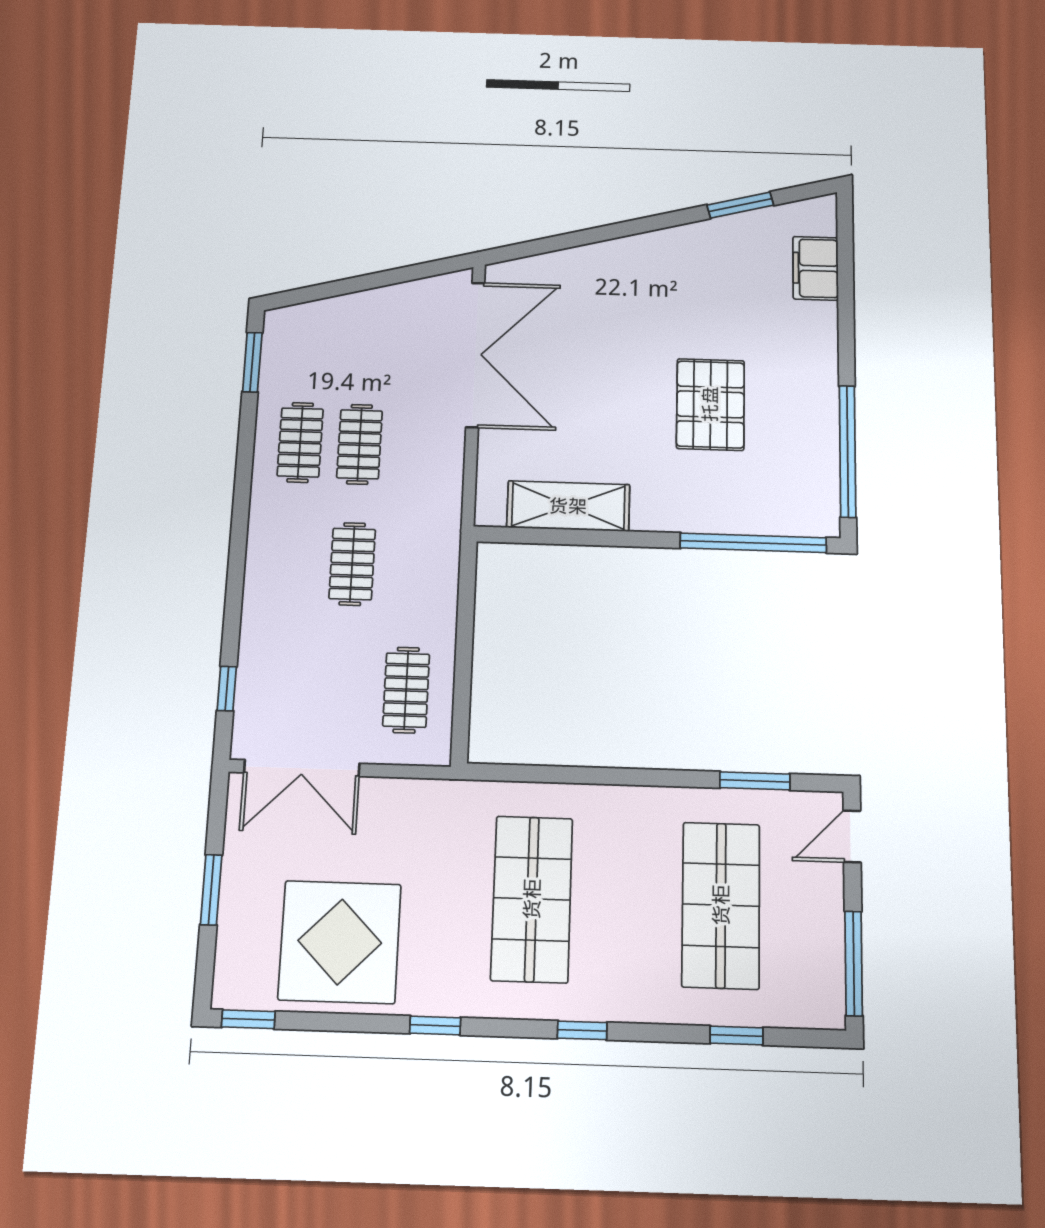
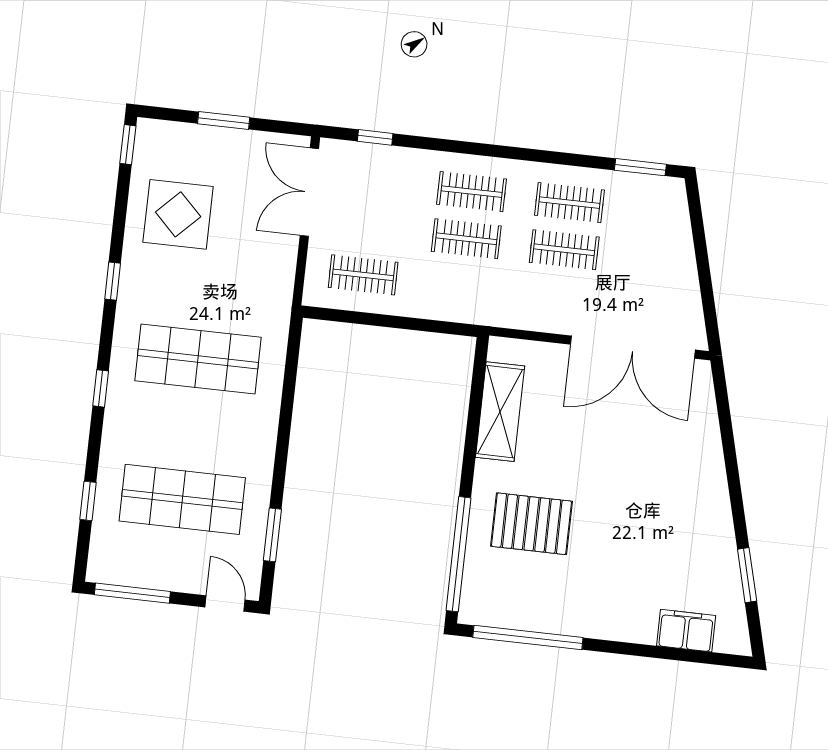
pallet: (710, 404) -> (532, 524), moved
clothes rail: (292, 562) -> (472, 192), added
display table: (340, 942) -> (178, 214), width x0.73, depth x0.73

